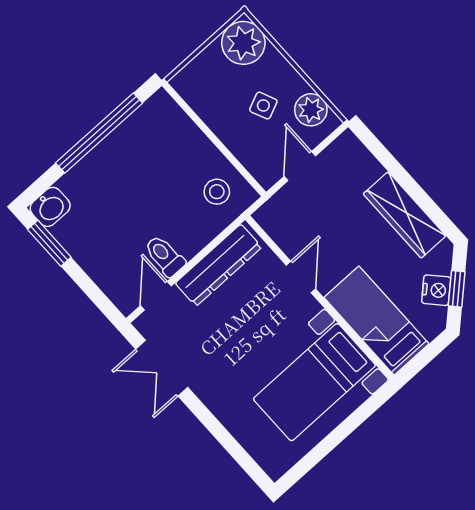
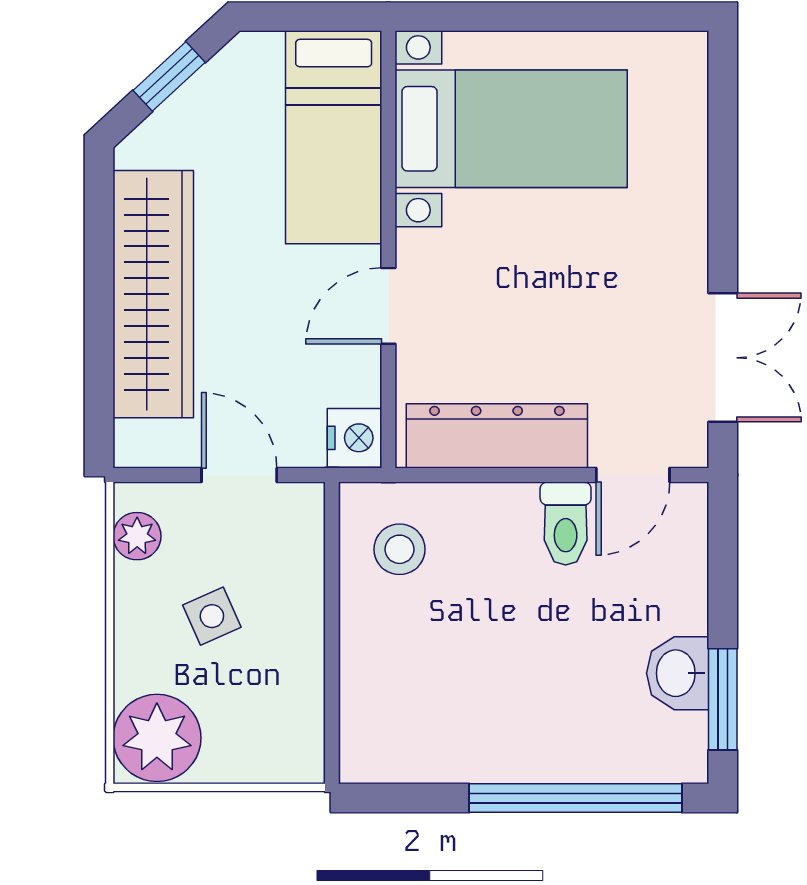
plant: (311, 110) -> (137, 536), width x0.73, depth x0.73
window: (99, 133) -> (575, 798), moved
door: (300, 166) -> (239, 475), swing flipped
washbasin: (50, 207) -> (678, 673), moved, turned -90
wardrobe: (405, 215) -> (153, 294), width x1.40, depth x1.17
nightstand: (436, 290) -> (354, 438), moved, turned 133

